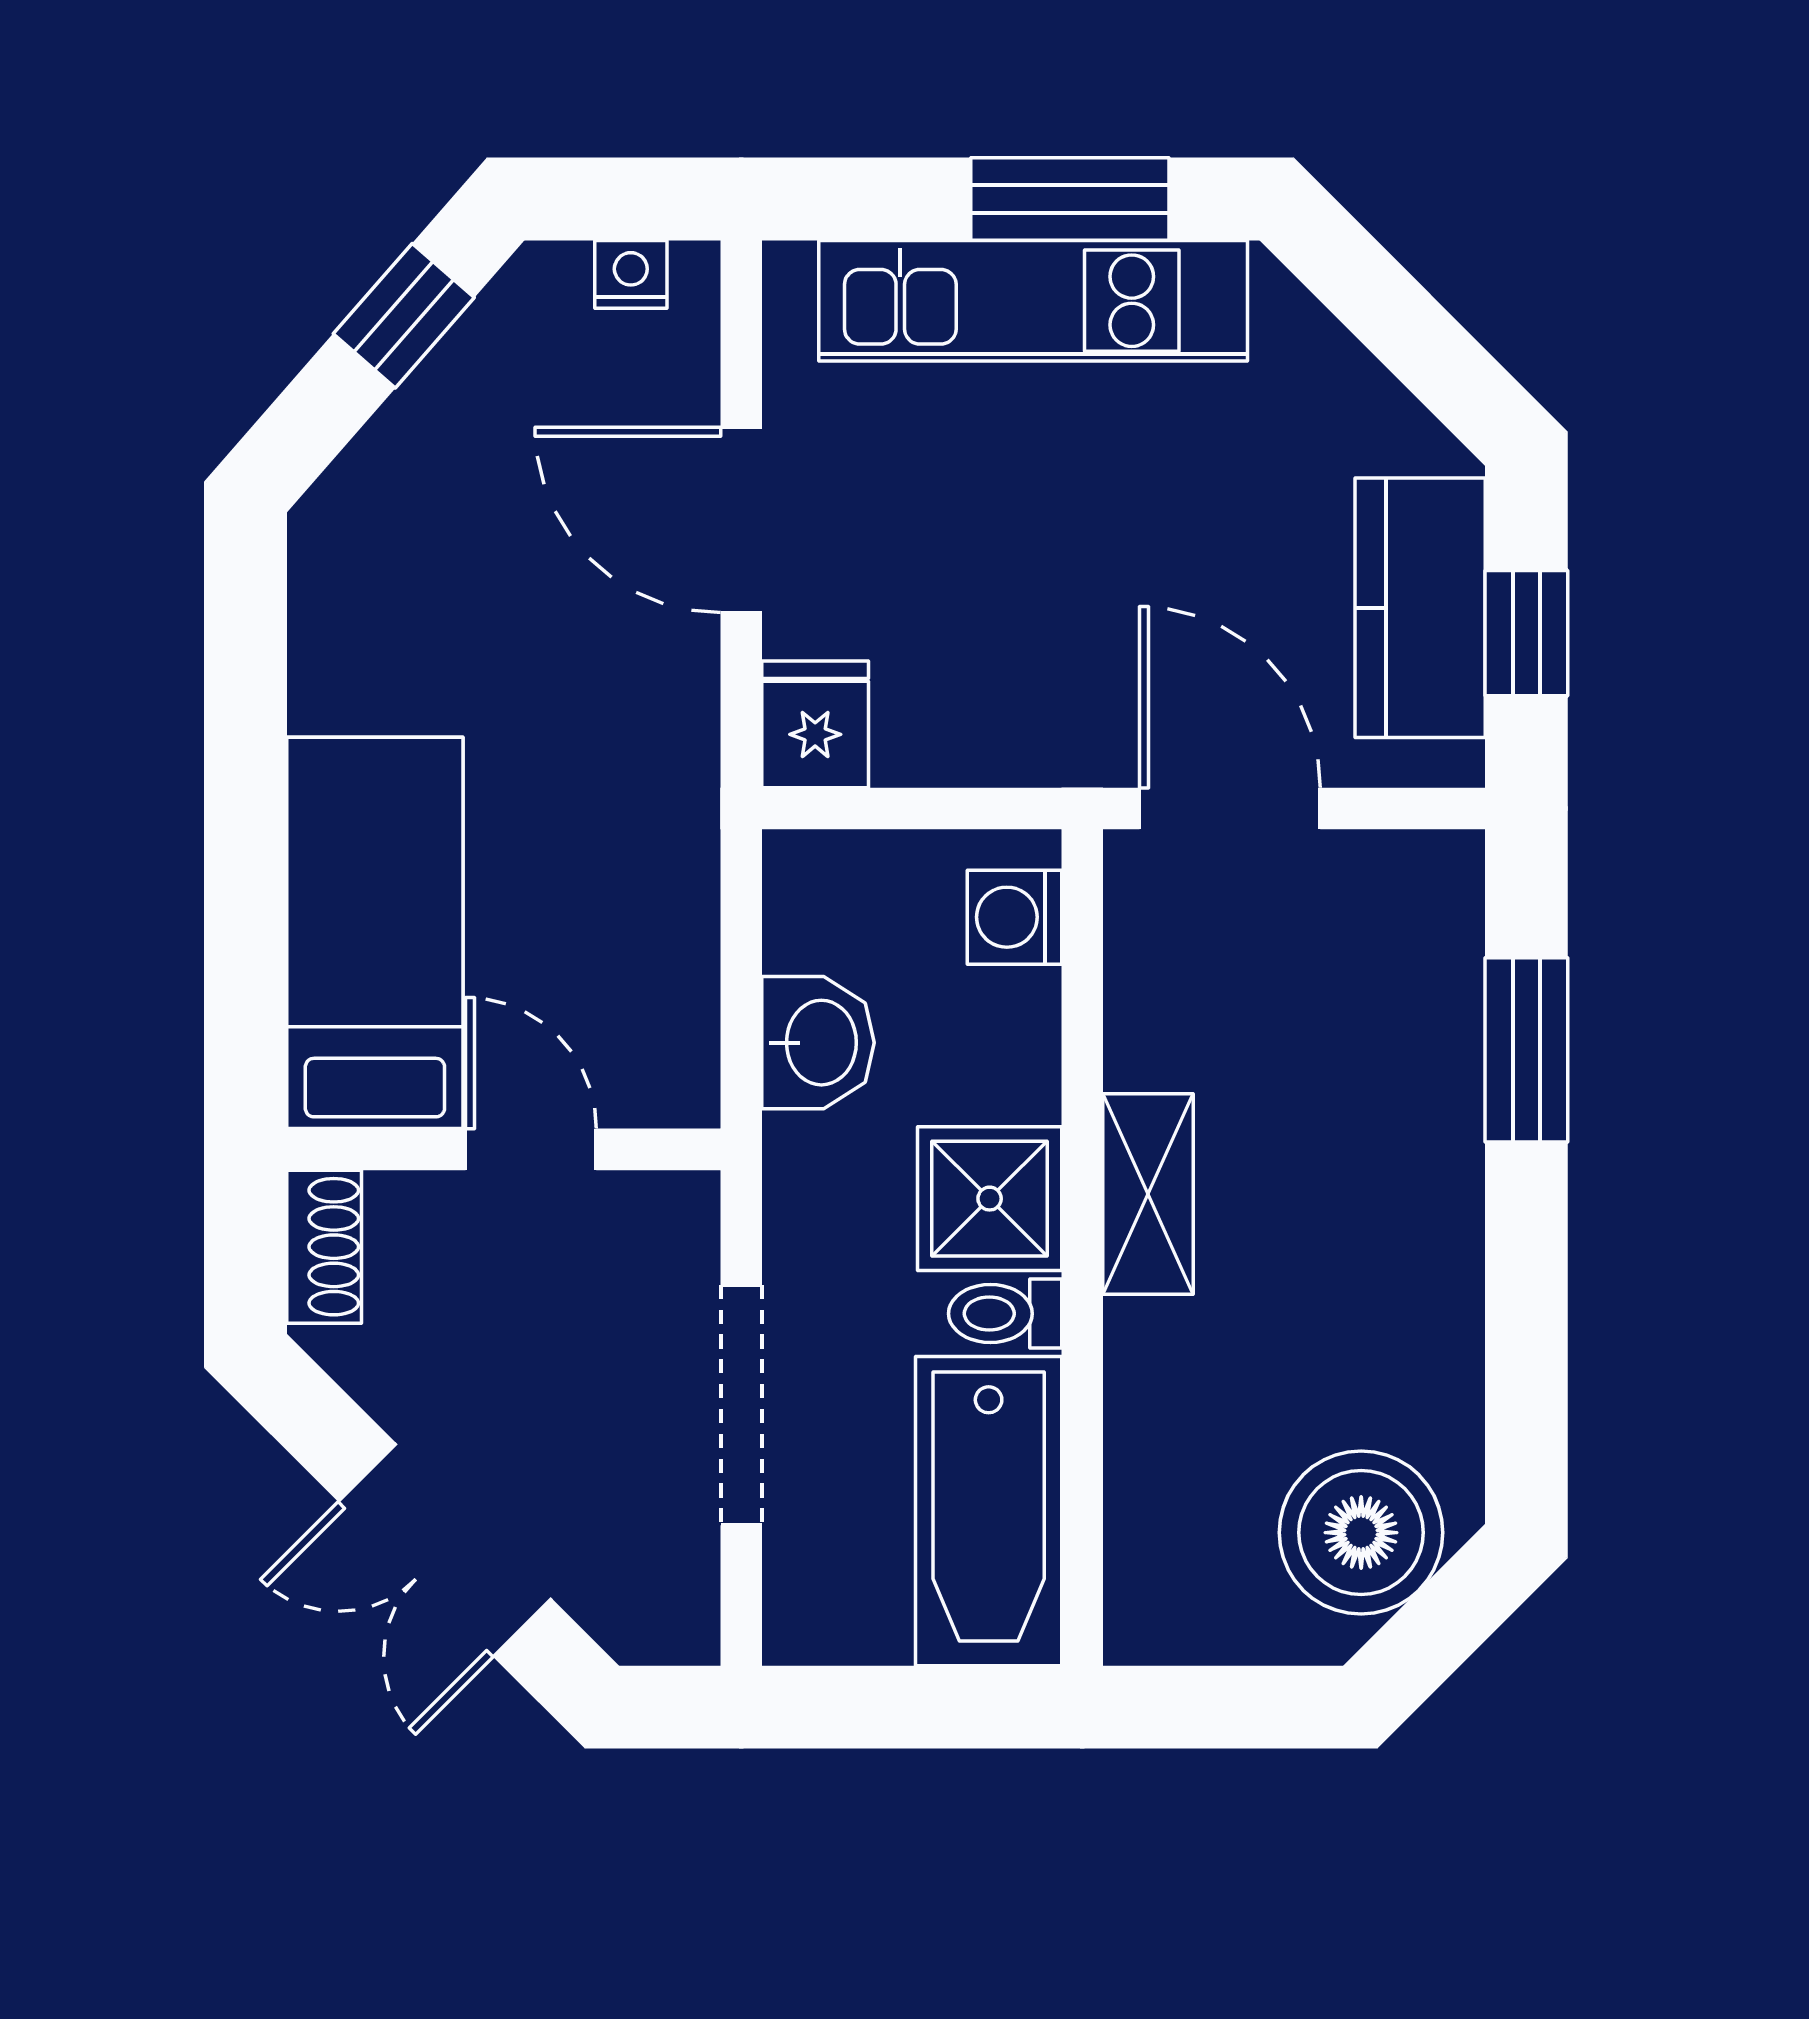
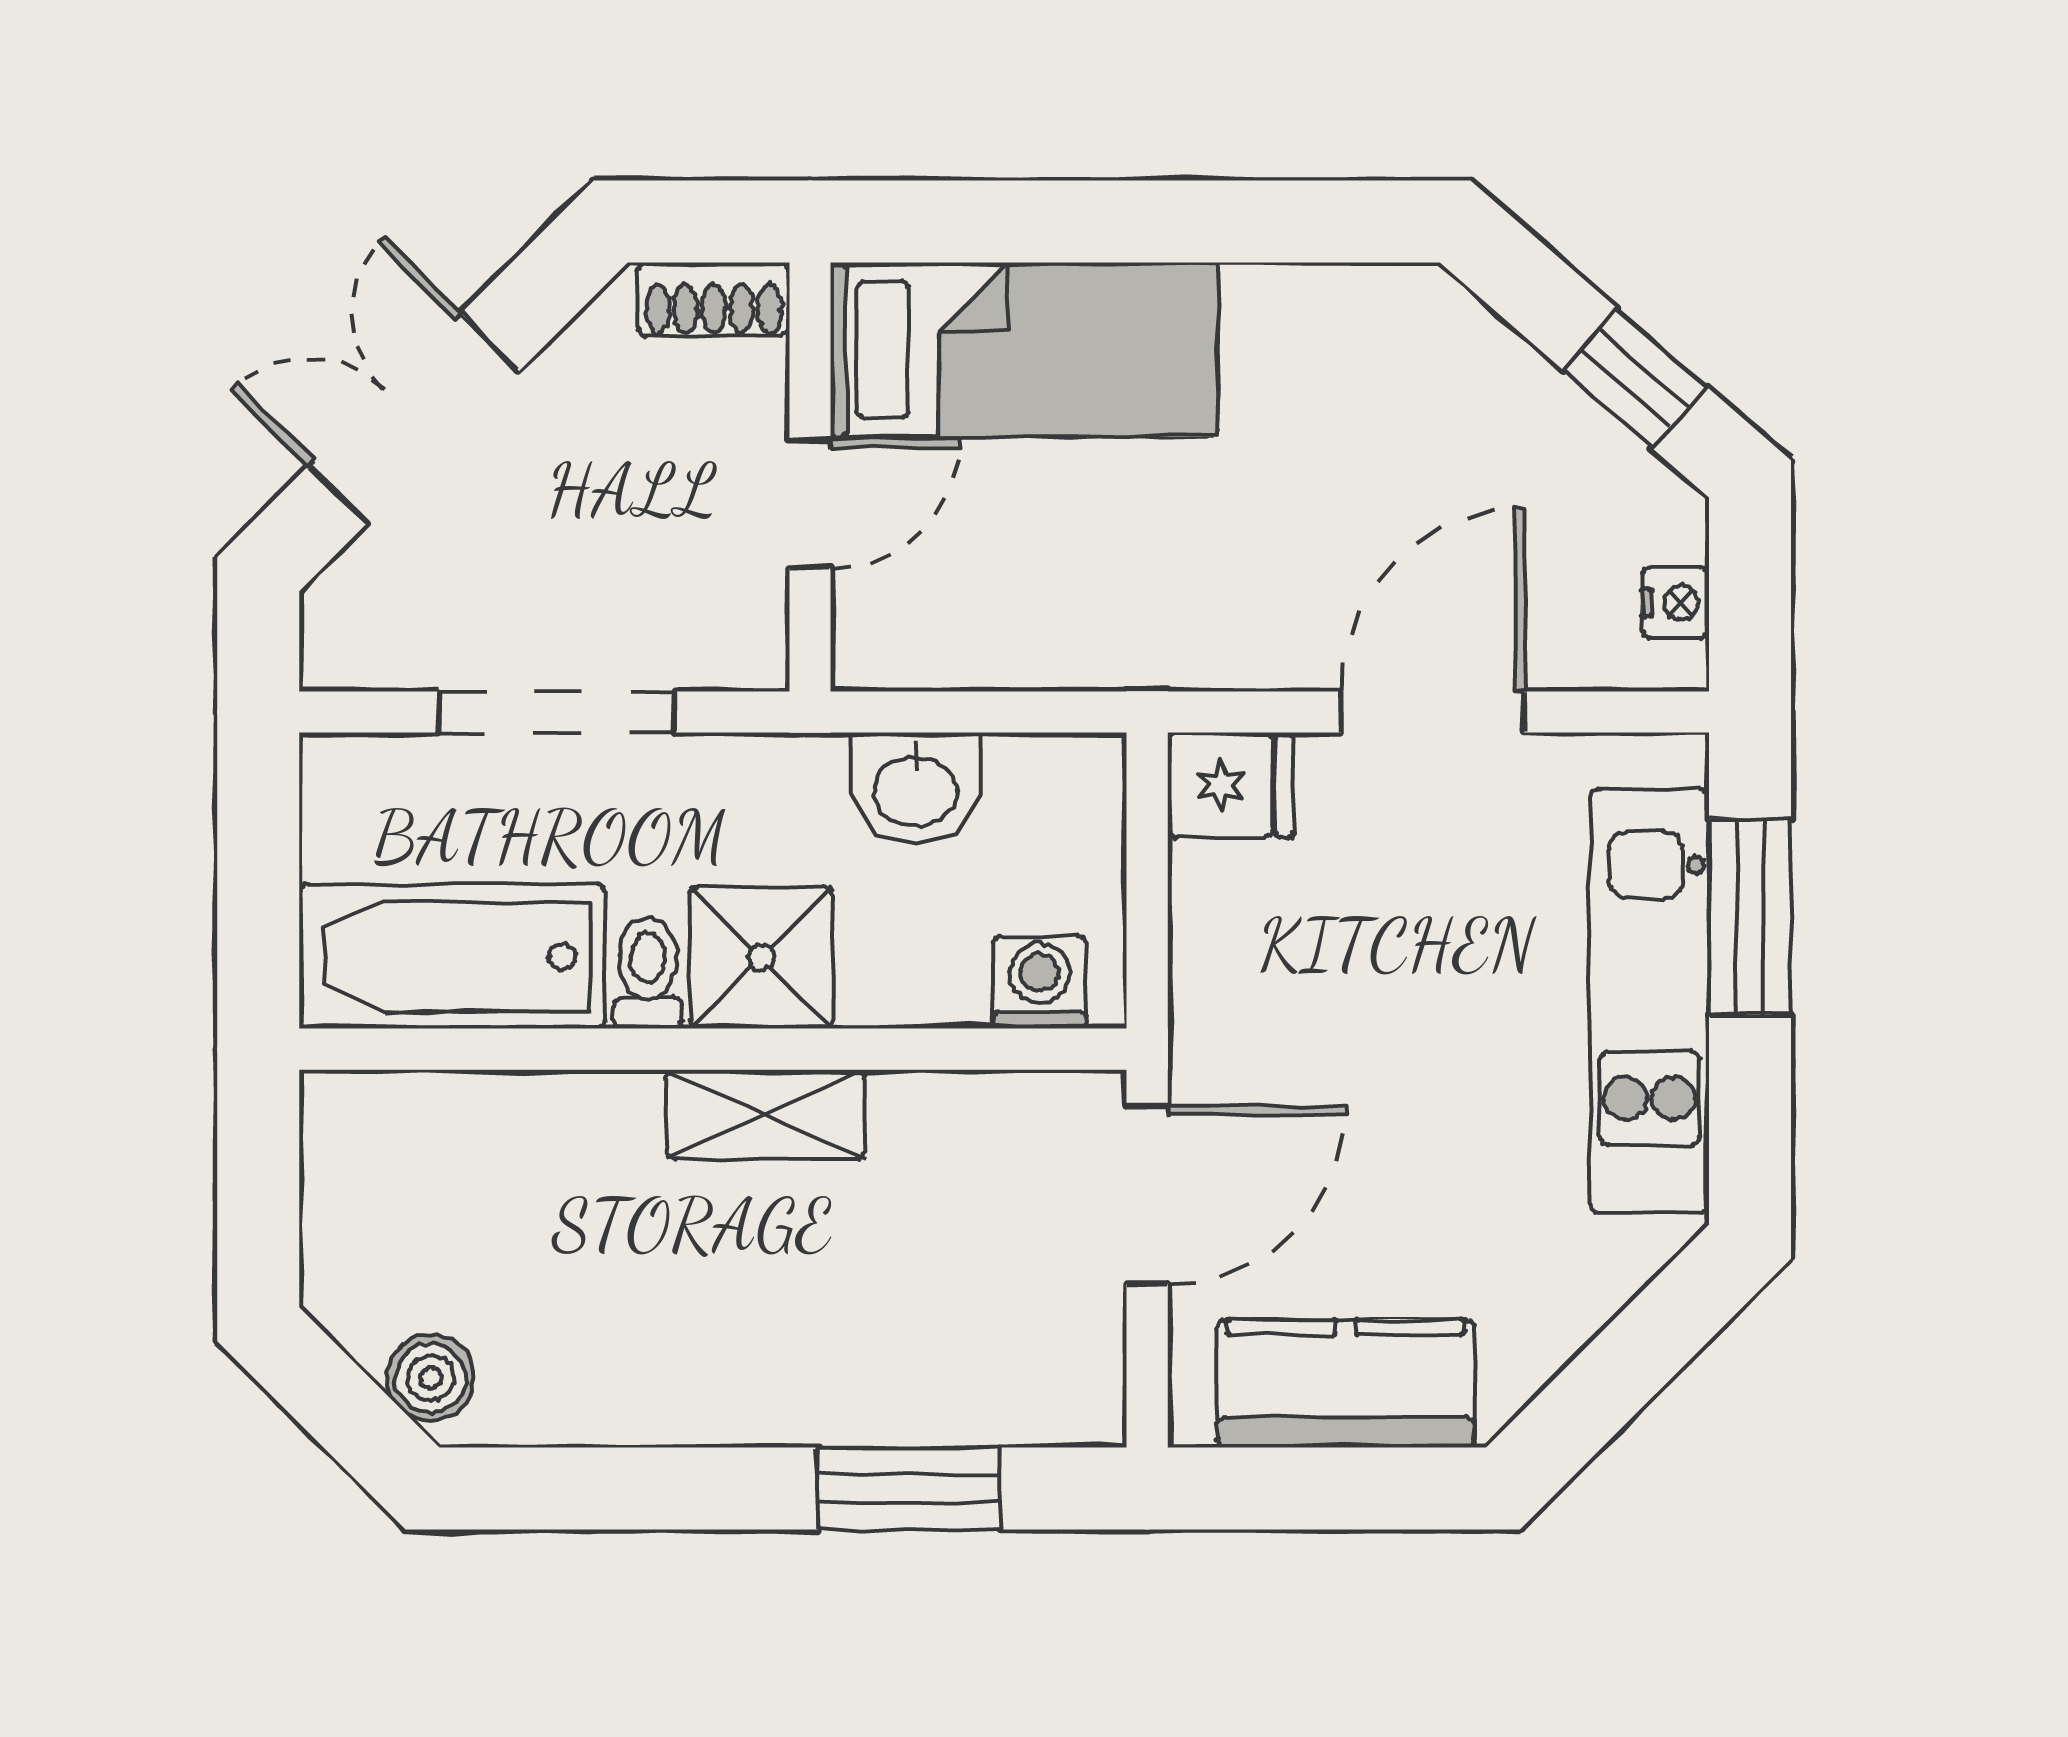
window: (1070, 199) -> (1750, 917), moved
window: (1526, 633) -> (1321, 1489), removed
boiler: (1361, 1533) -> (431, 1378), width x0.54, depth x0.54

